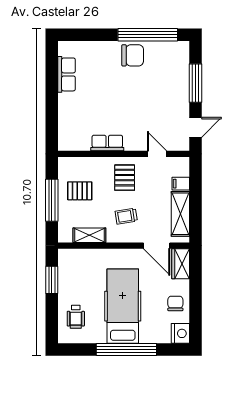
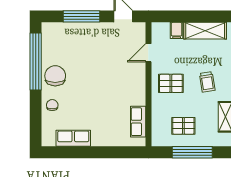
chair: (102, 52) -> (52, 105), added
row of seats: (107, 143) -> (138, 122), moved
pallet: (80, 191) -> (183, 126), turned 90

